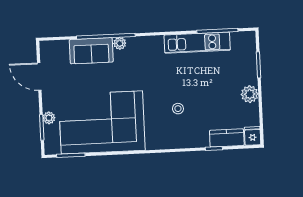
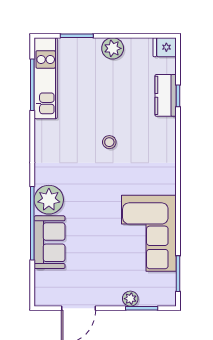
plant: (120, 43) -> (49, 200), width x1.87, depth x1.87
kitchen unit: (197, 43) -> (46, 78), moved
stool: (178, 109) -> (109, 142), moved
corner sofa: (102, 122) -> (149, 233), width x0.73, depth x0.74
kitchen counter: (227, 138) -> (166, 95), moved

